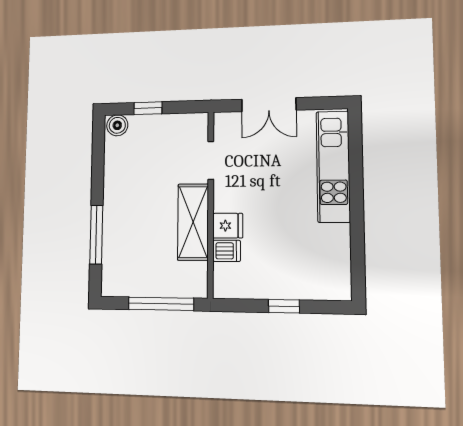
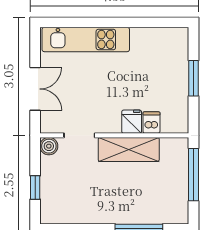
boiler: (117, 125) -> (49, 146), moved
window: (284, 306) -> (193, 78), width x1.50

